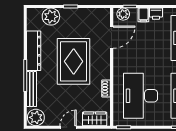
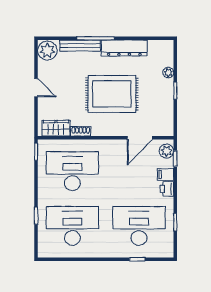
plant: (51, 17) -> (168, 73), width x0.53, depth x0.53
door: (112, 37) -> (140, 138), hinge flipped
wardrobe: (95, 119) -> (56, 128), moved, turned -90

